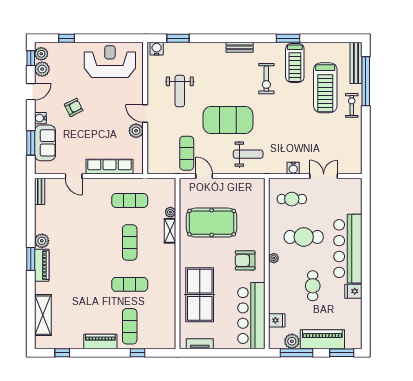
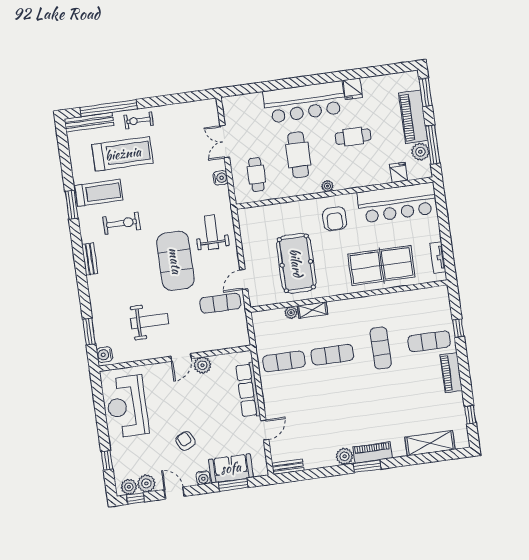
exercise mat: (130, 200) -> (284, 361), turned 90

